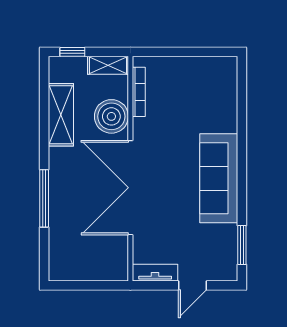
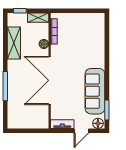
boiler: (111, 116) -> (44, 44), width x0.54, depth x0.54
sofa: (219, 178) -> (95, 91), moved
floor lamp: (225, 271) -> (98, 123), added

